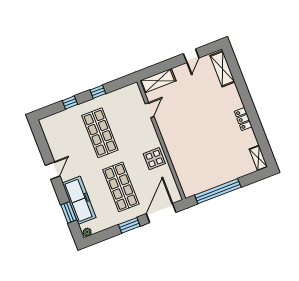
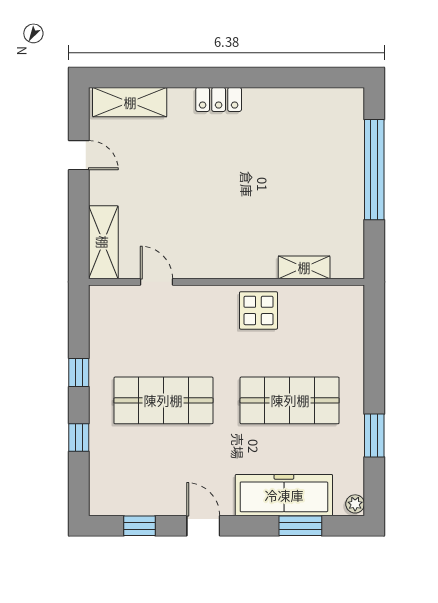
locker: (243, 119) -> (219, 99), moved
window: (42, 143) -> (139, 526), added
shelving: (258, 158) -> (304, 267), moved
window: (218, 191) -> (374, 170), moved
door: (161, 213) -> (374, 339), removed
window: (129, 225) -> (374, 435), moved

